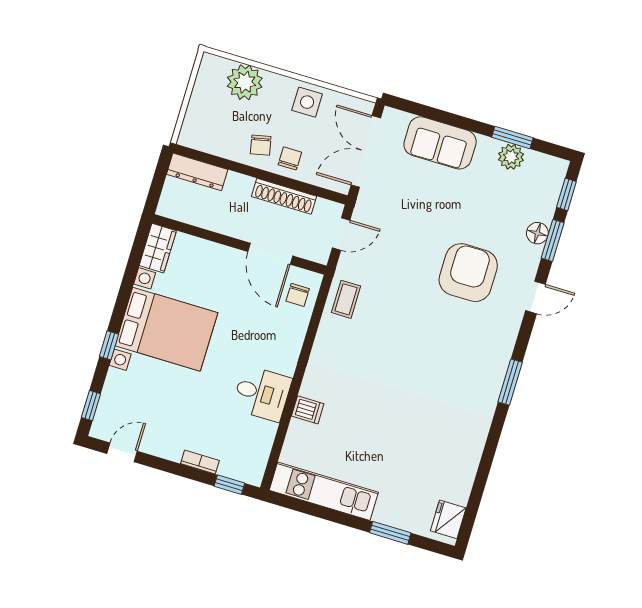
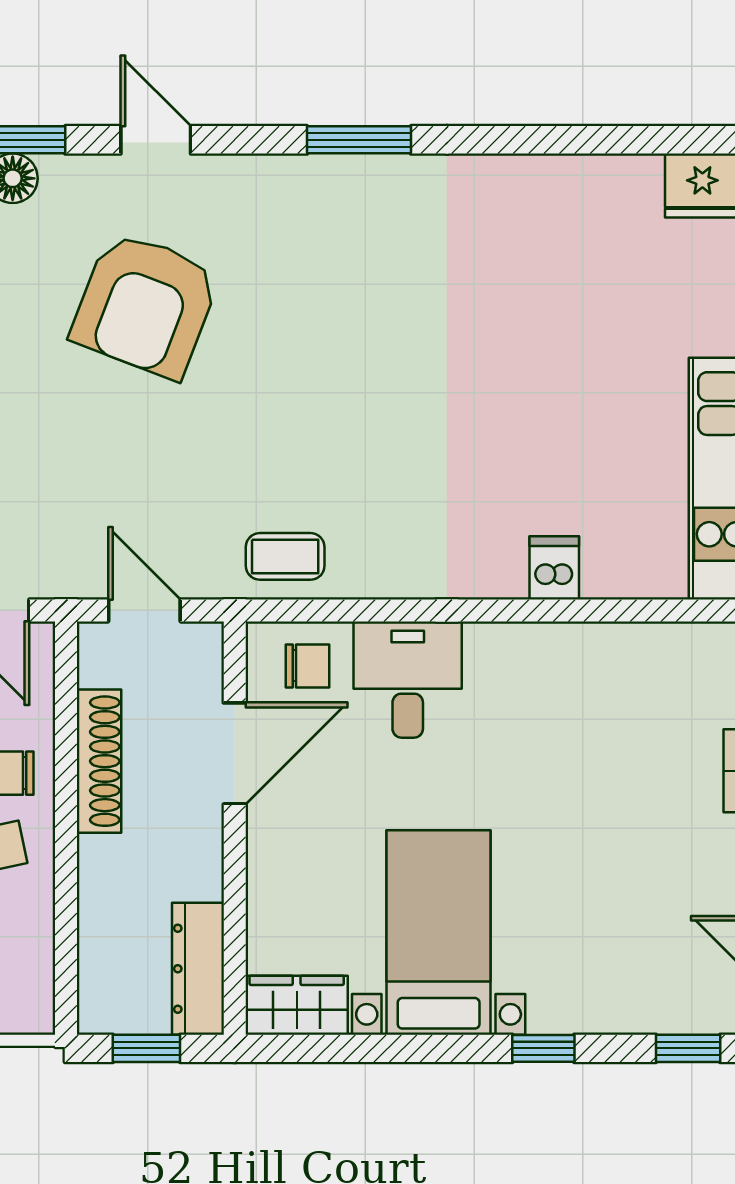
dresser: (197, 172) -> (198, 969), moved, turned 180
window: (159, 180) -> (146, 1048), added
armchair: (468, 273) -> (145, 305), turned -69
bed with nightstands: (166, 329) -> (439, 932), width x0.73
desk: (262, 393) -> (408, 680), moved

